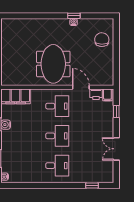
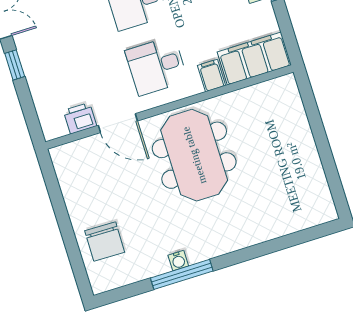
window: (74, 16) -> (182, 274), width x2.17
filing cabinet: (107, 95) -> (211, 75), moved
window: (116, 112) -> (15, 65), moved

